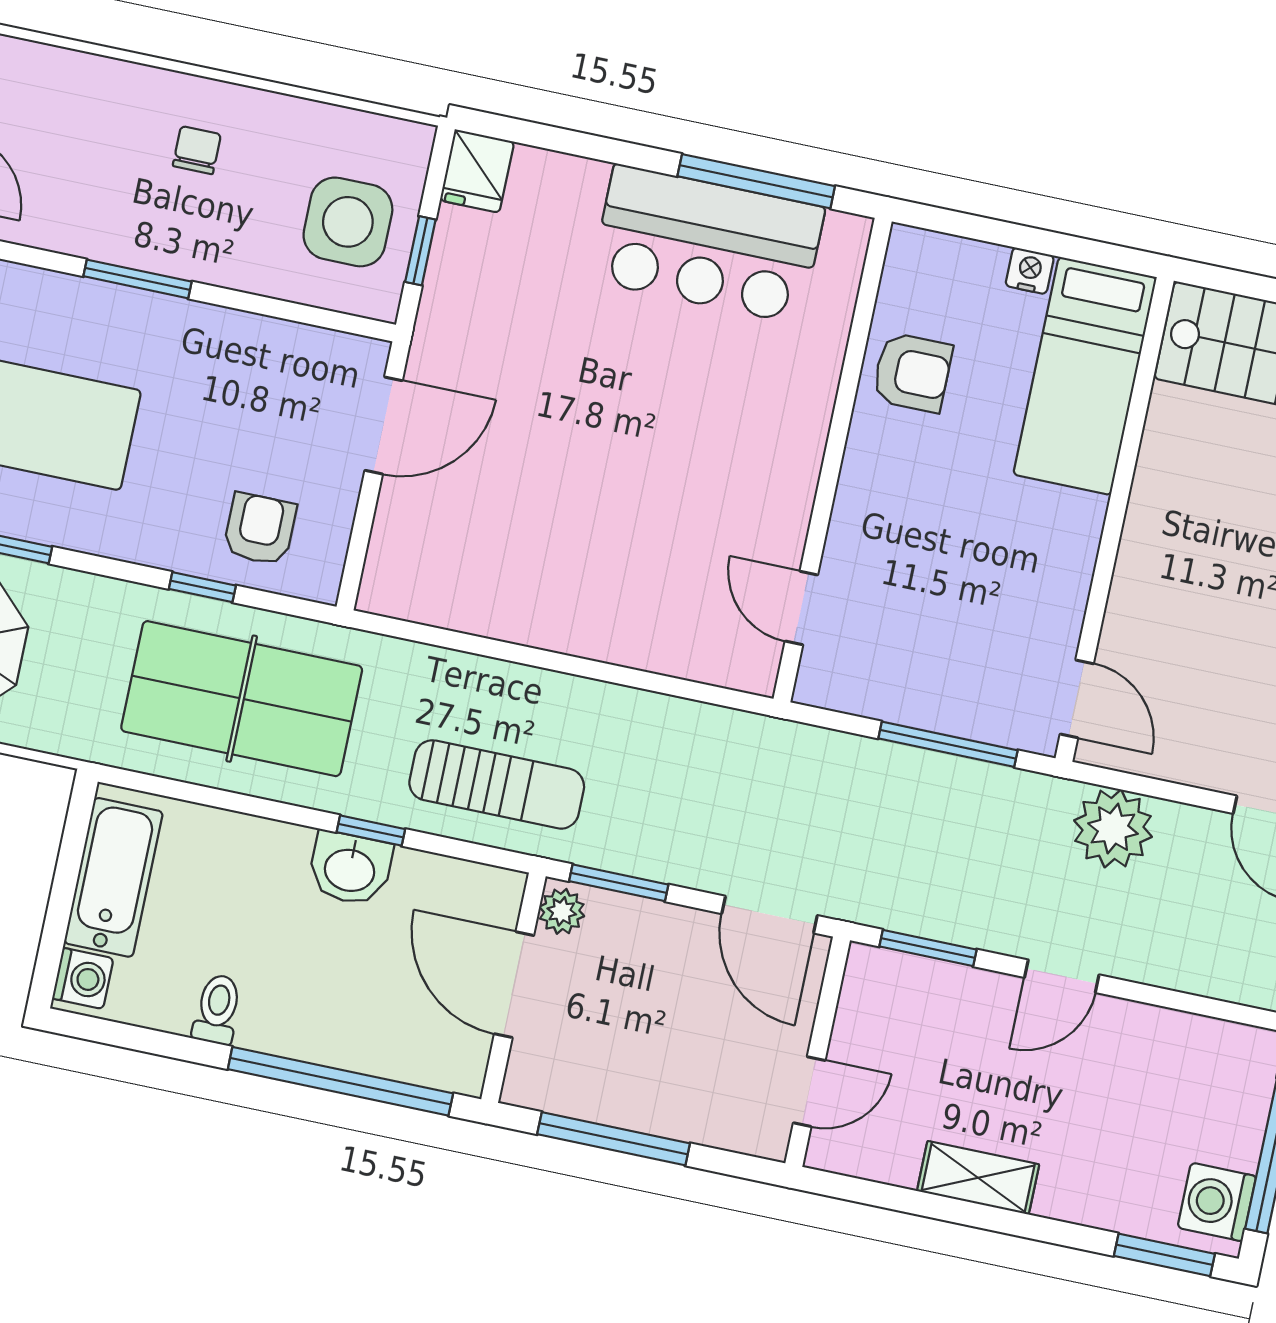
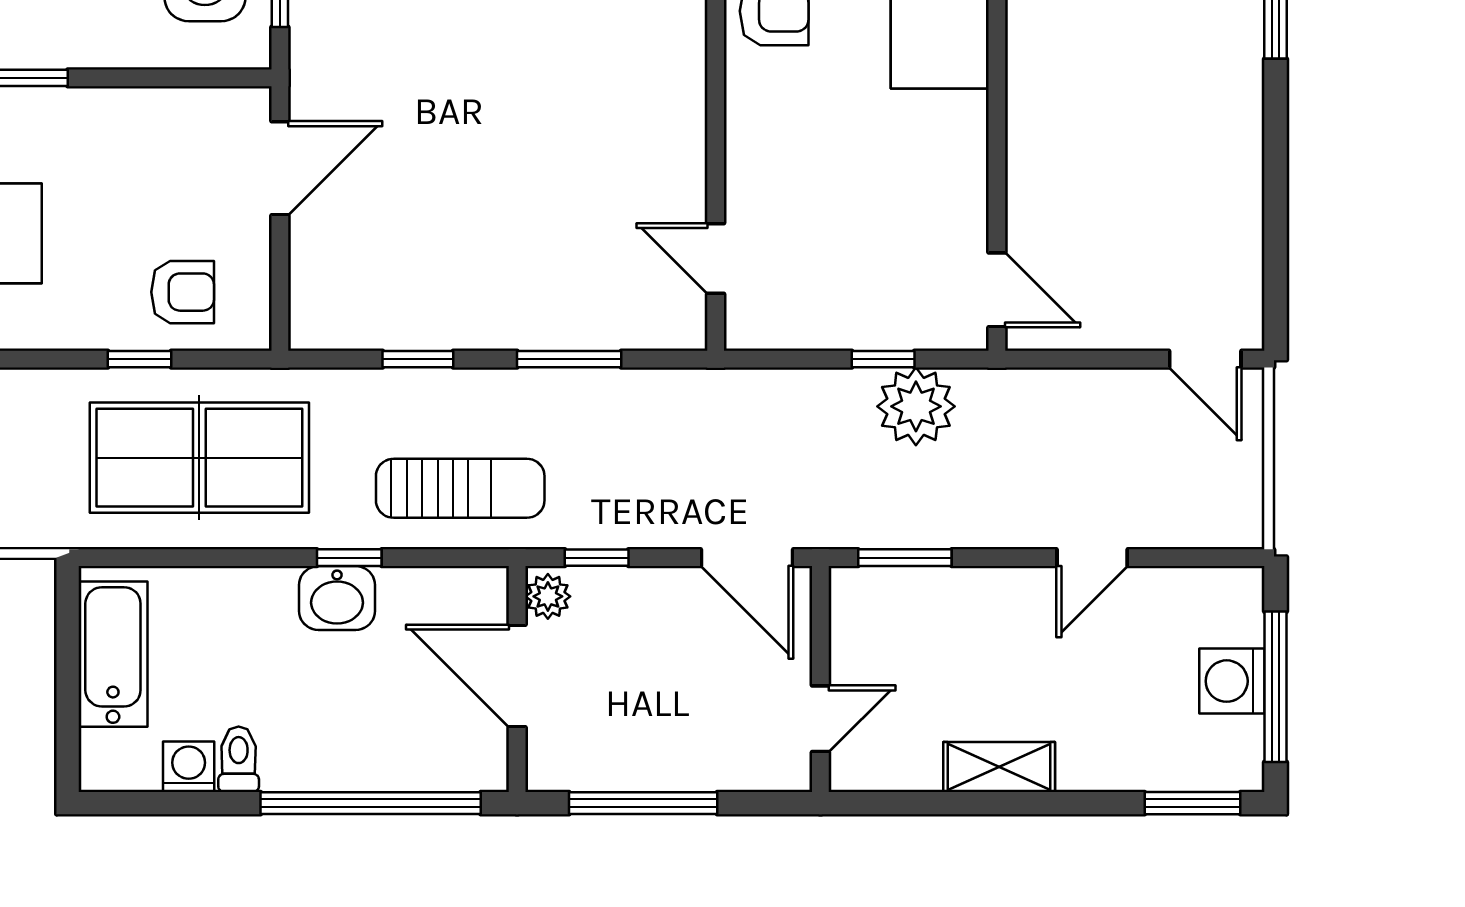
armchair: (260, 529) -> (183, 292), turned 90
window: (481, 646) -> (418, 359), added
window: (633, 678) -> (569, 359), added
window: (948, 744) -> (883, 359), width x0.46
plant: (1113, 829) -> (916, 406), moved
window: (619, 883) -> (597, 558), width x0.67
door: (1062, 976) -> (1092, 558), moved
washing machine: (83, 978) -> (189, 767), moved, turned -90
washing machine: (1217, 1202) -> (1232, 681), moved

